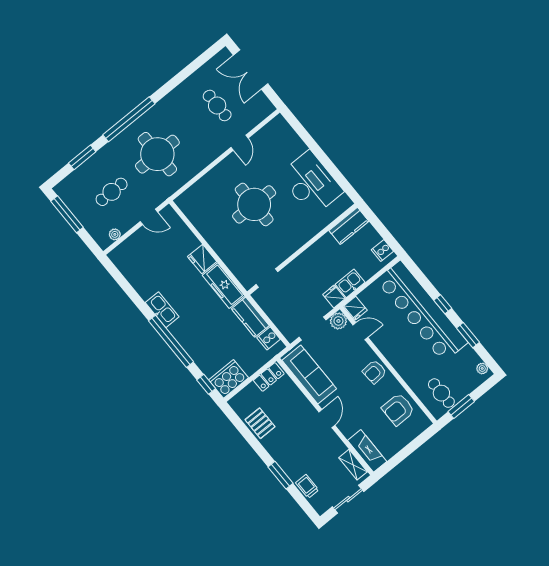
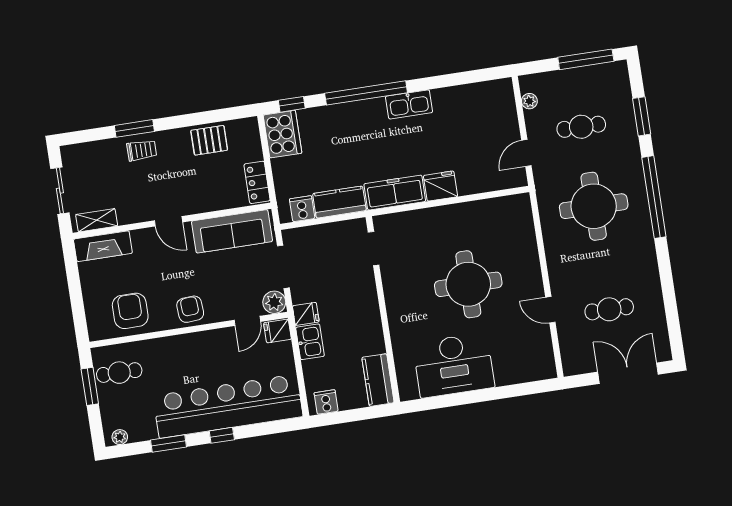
cafe table: (112, 192) -> (581, 127), turned 90
trolley: (307, 486) -> (142, 150), moved

